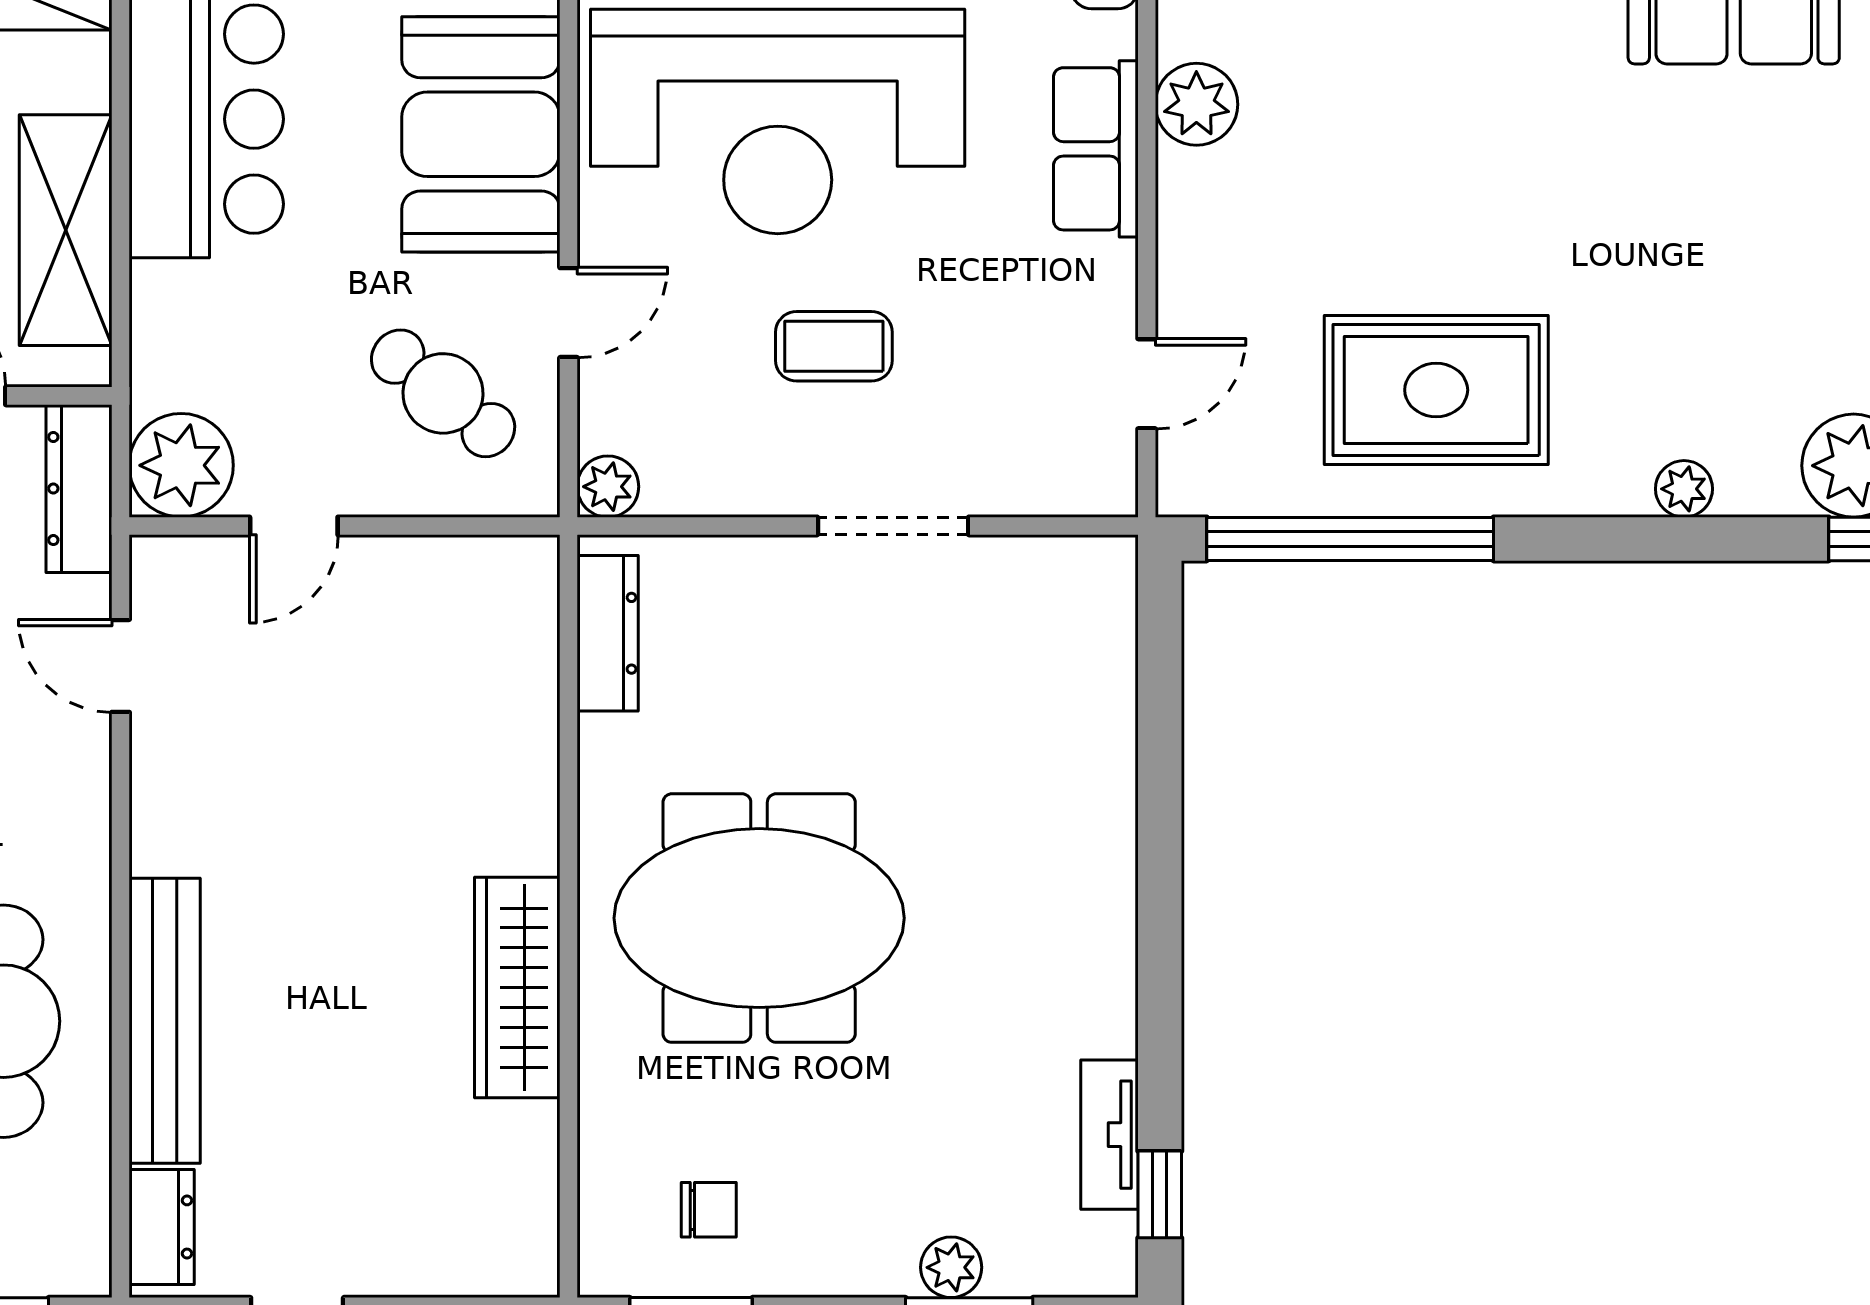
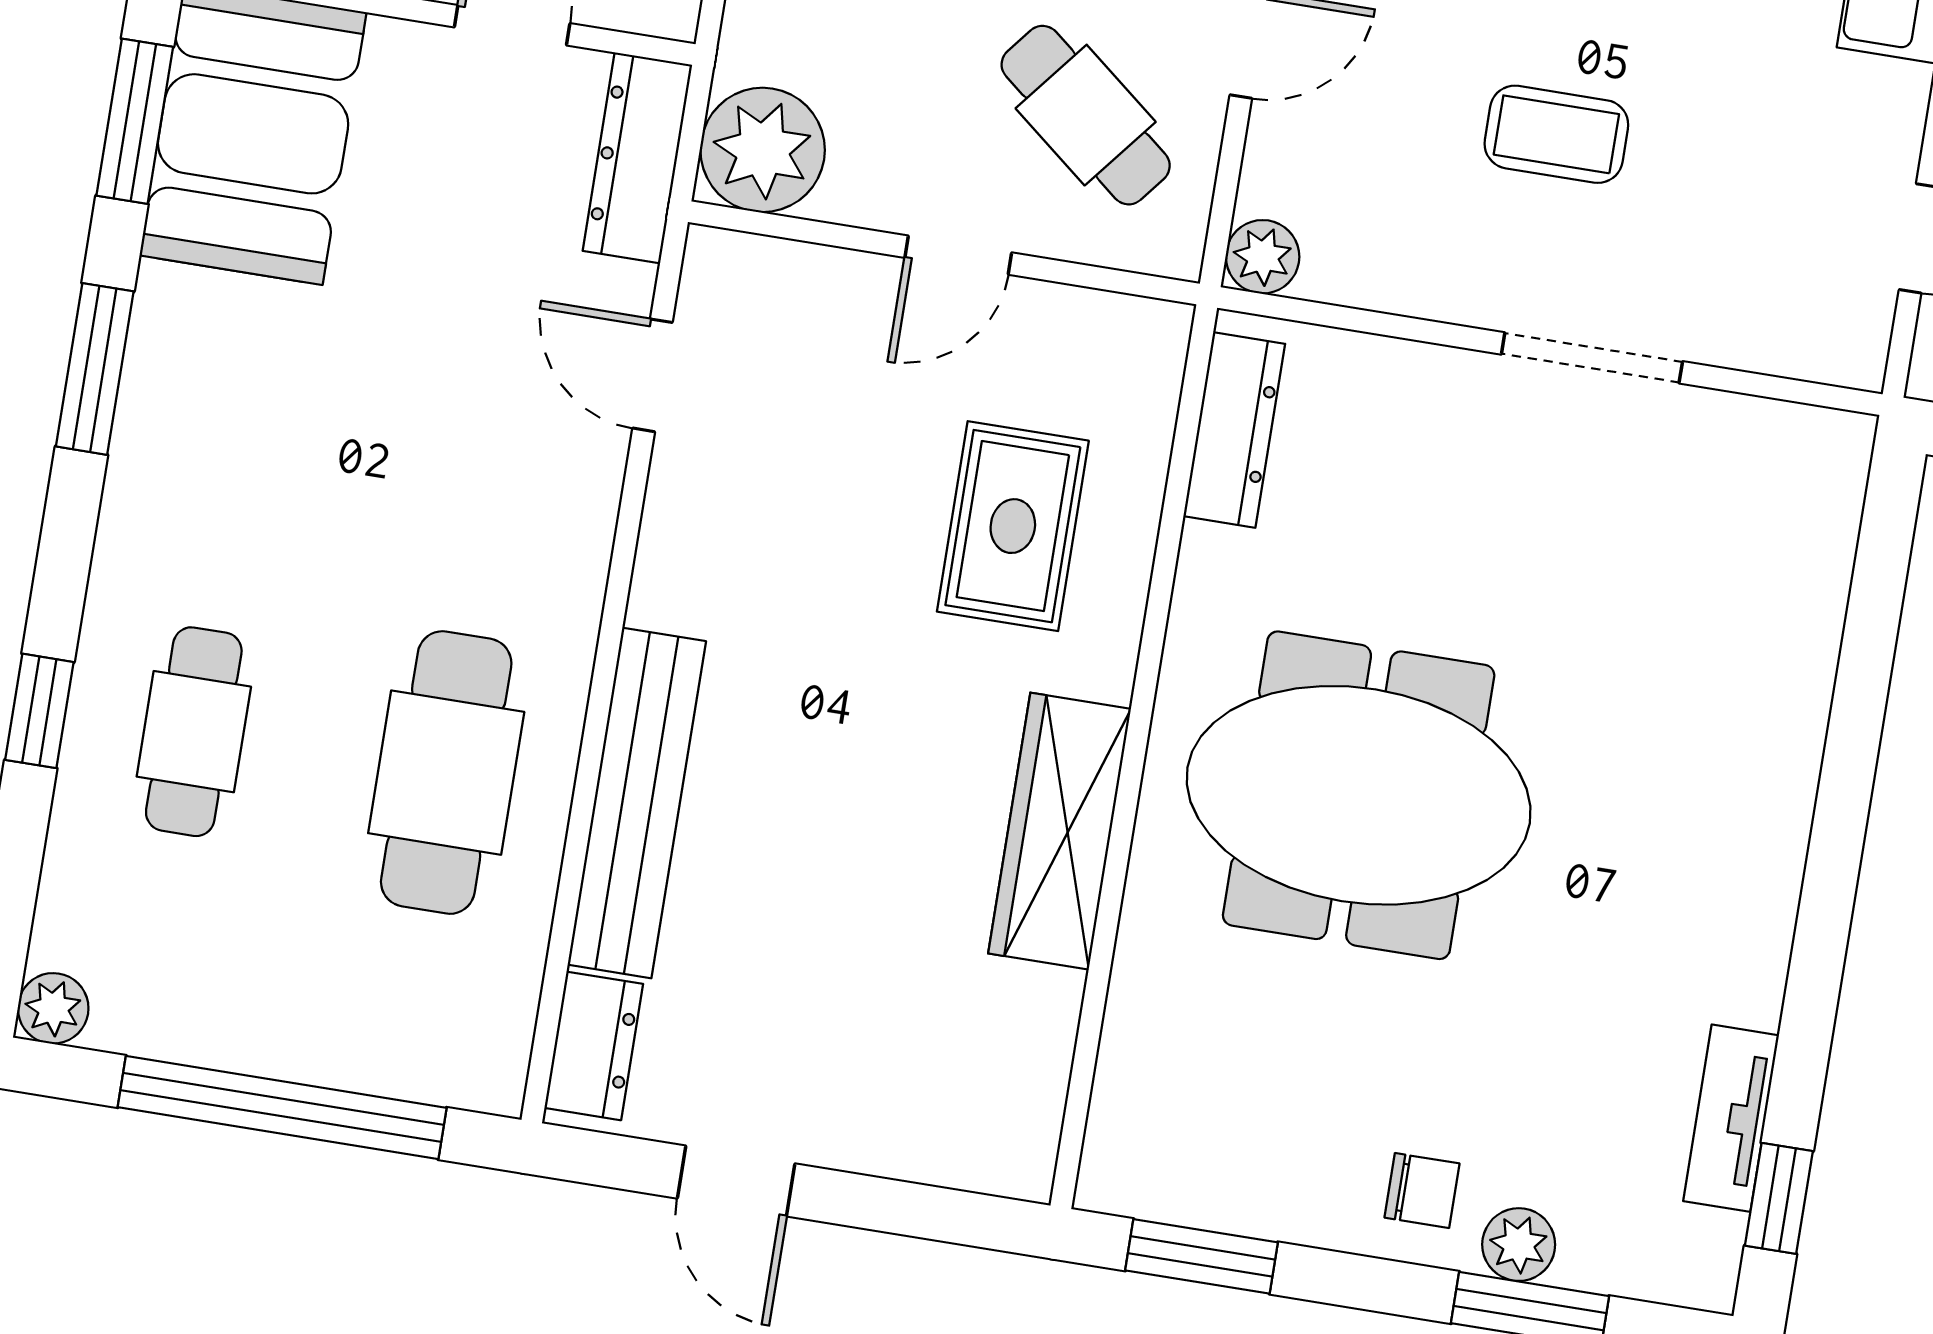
door: (294, 526) -> (958, 255), moved
rug: (438, 742) -> (1013, 526), added
chair: (709, 1210) -> (1422, 1191), moved

